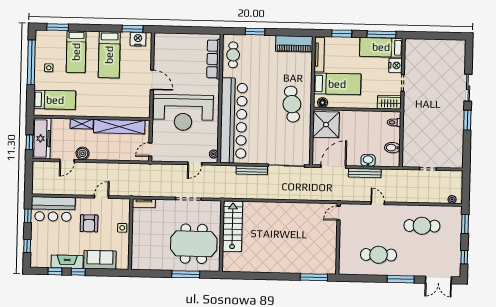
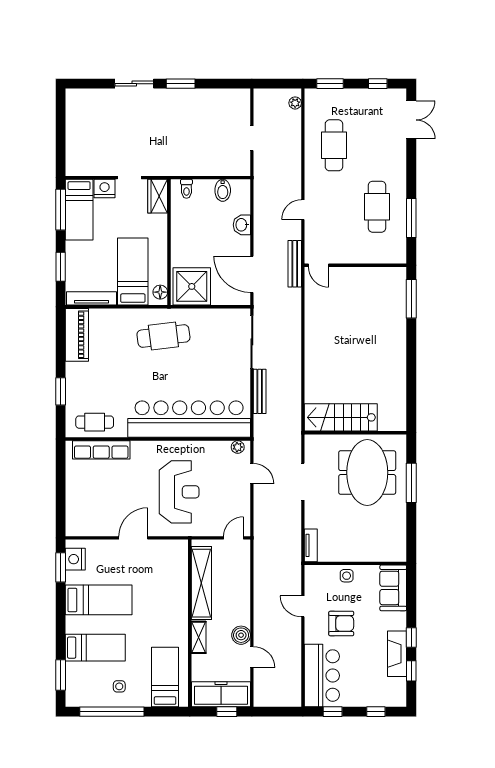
reception desk: (183, 113) -> (179, 492), width x0.74, depth x0.77
door: (150, 150) -> (233, 538), swing flipped
bench: (365, 173) -> (295, 264), moved
sofa: (100, 260) -> (393, 588), moved
window: (401, 279) -> (411, 218), moved

